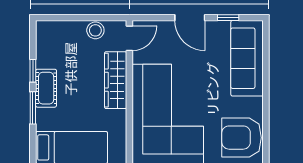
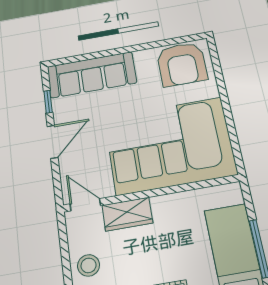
stool: (95, 30) -> (89, 265), moved
wardrobe: (116, 80) -> (127, 214), width x0.67

